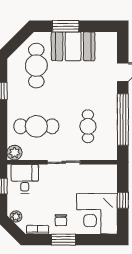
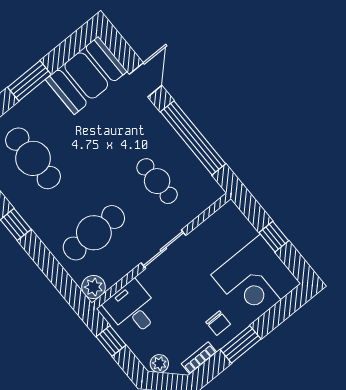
booth: (73, 46) -> (86, 75), moved

